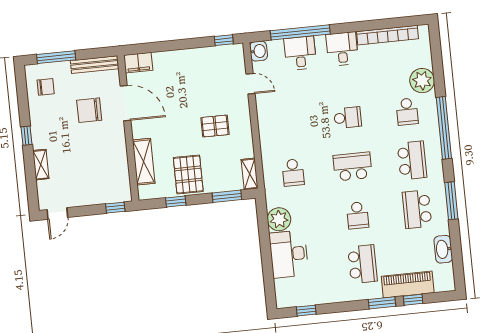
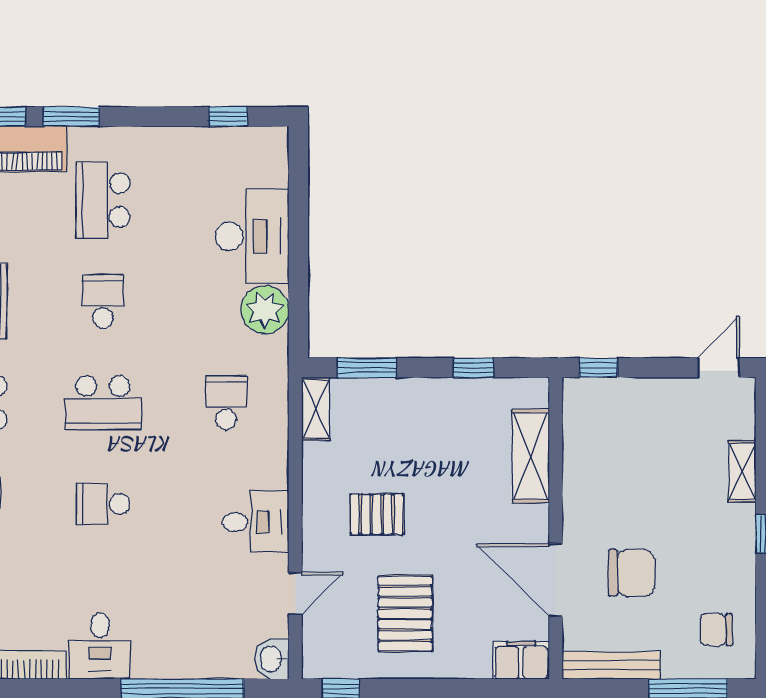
desk: (300, 53) -> (256, 522), moved, turned -90
door: (250, 84) -> (295, 594), swing flipped
pallet: (188, 174) -> (405, 614), moved

